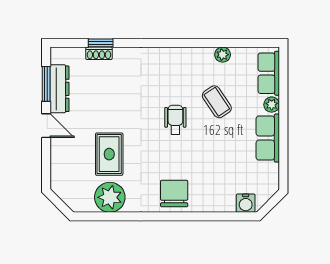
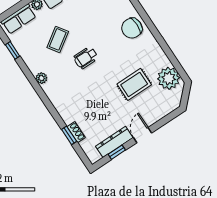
window: (238, 43) -> (13, 50), added
plant: (223, 55) -> (41, 78), moved
window: (46, 84) -> (117, 152), width x0.67
plant: (110, 197) -> (169, 78), moved

